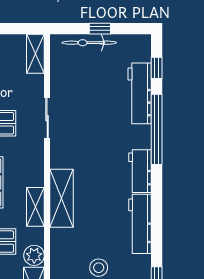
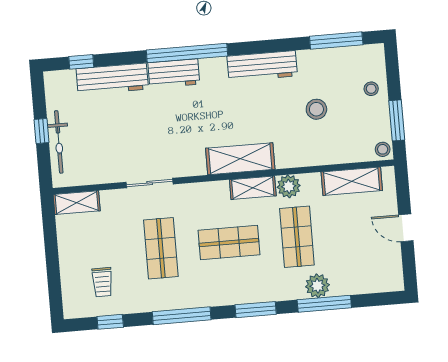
window: (157, 129) -> (187, 53), moved
workbench: (140, 171) -> (174, 73), moved
plant: (34, 255) -> (289, 186), moved

